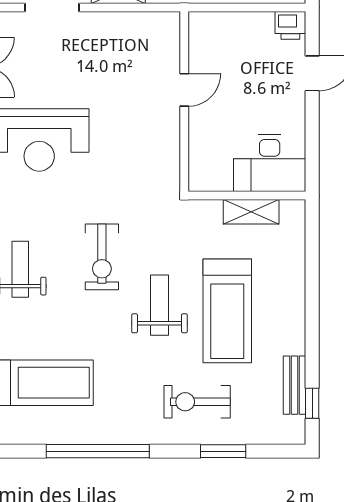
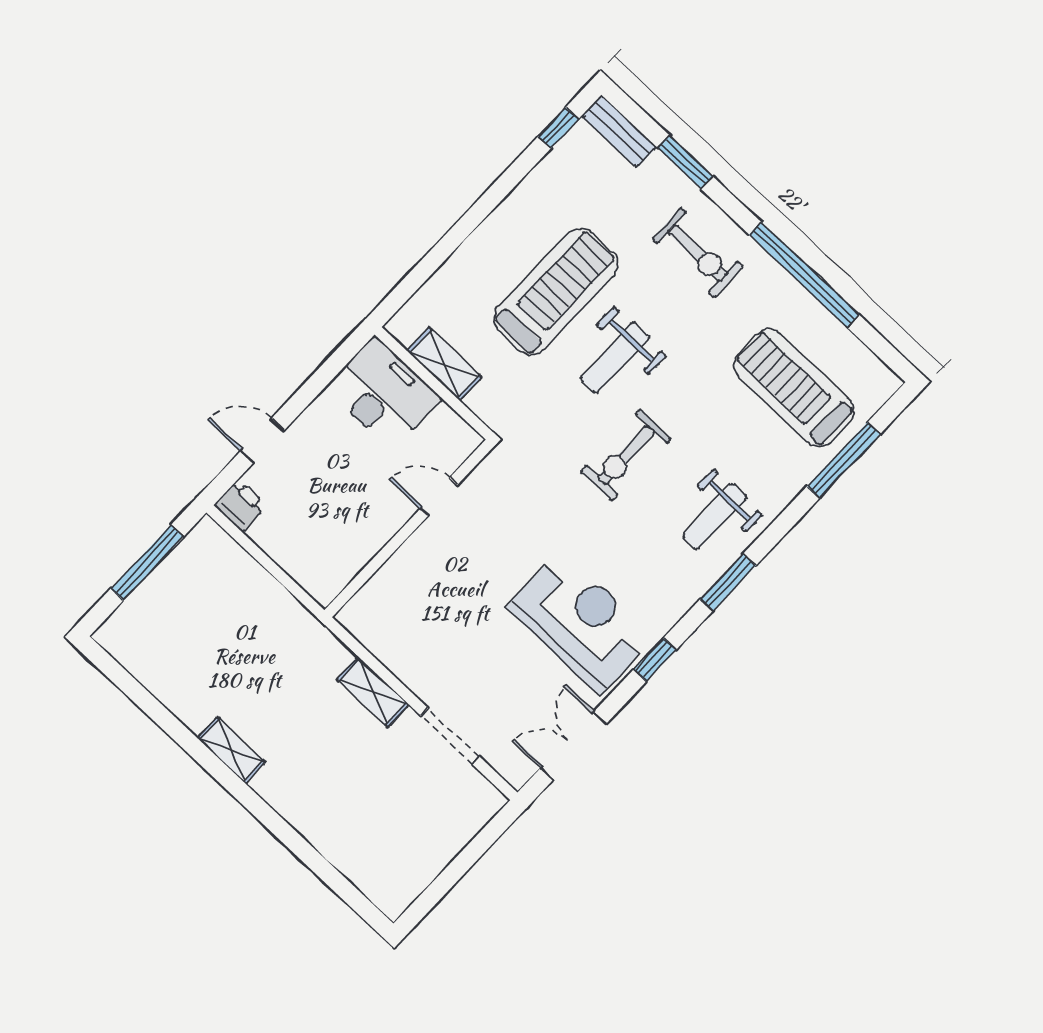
door: (184, 90) -> (439, 497), moved
exercise bike: (102, 257) -> (626, 455), turned 180
bench: (294, 385) -> (619, 131), moved, turned 90
exercise bike: (197, 402) -> (698, 253), moved

